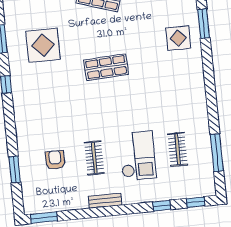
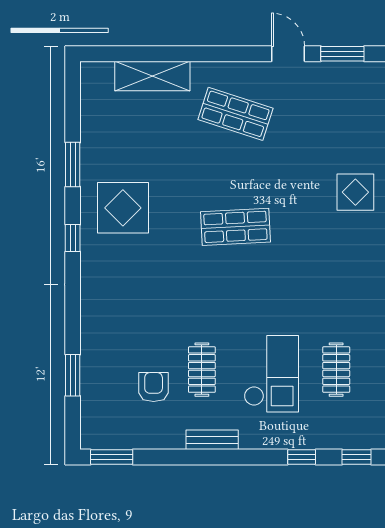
display table: (43, 45) -> (123, 208), moved
armchair: (55, 160) -> (154, 387), moved

